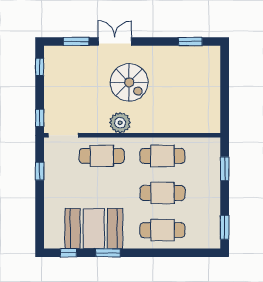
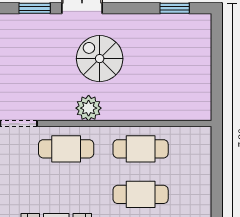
spiral stairs: (129, 82) -> (100, 59), turned 180
window: (225, 169) -> (217, 165), removed

